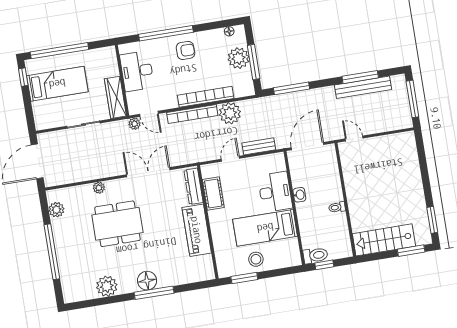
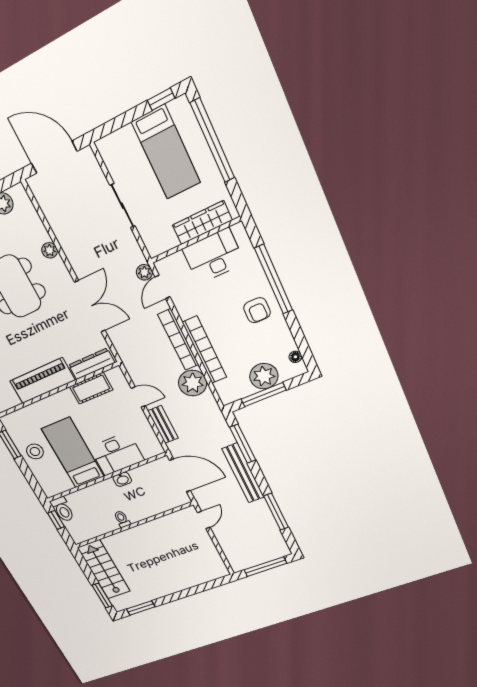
bench: (363, 87) -> (243, 473), moved
wardrobe: (115, 97) -> (202, 223), moved

